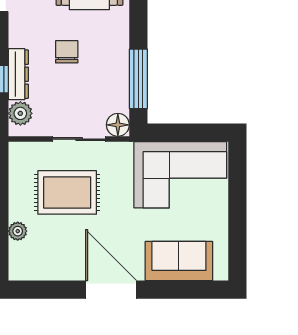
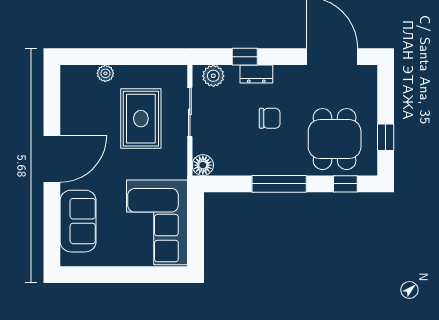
dresser: (18, 74) -> (256, 74), width x0.70
window: (138, 79) -> (279, 184), moved
sliding door: (79, 139) -> (190, 112), moved

